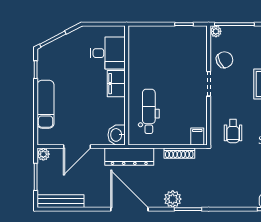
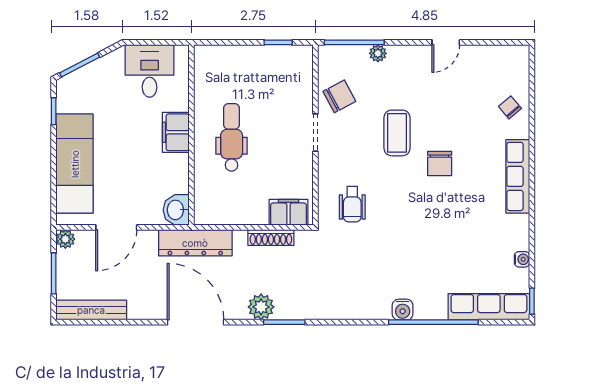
plant: (216, 31) -> (378, 53), moved
desk: (108, 53) -> (150, 71), moved, turned -90
exam couch: (46, 104) -> (75, 164), width x1.36, depth x1.45
dental chair: (149, 111) -> (232, 137), moved
filing cabinet: (197, 136) -> (288, 212), width x2.00

